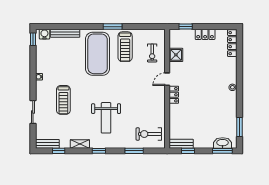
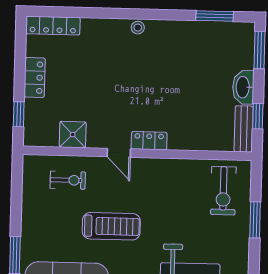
treadmill: (125, 47) -> (111, 226), moved
washbasin: (223, 143) -> (243, 87), moved

